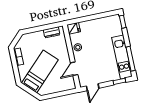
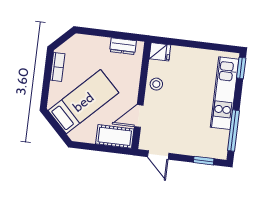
kitchen unit: (122, 57) -> (225, 93), moved
cot: (64, 85) -> (115, 136), added
door: (93, 87) -> (158, 155), hinge flipped

